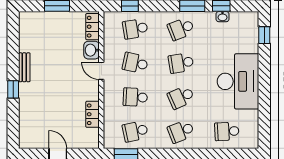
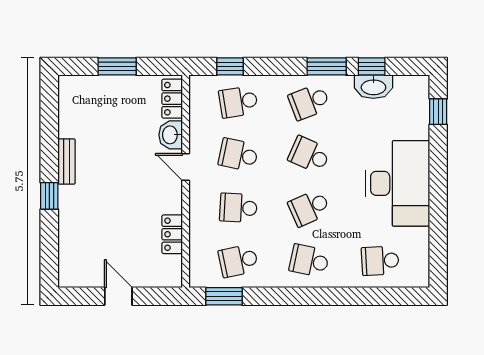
washbasin: (223, 17) -> (373, 87), width x1.91, depth x1.45
school desk: (181, 63) -> (309, 155), turned 33
school desk: (181, 131) -> (309, 261), turned 33

